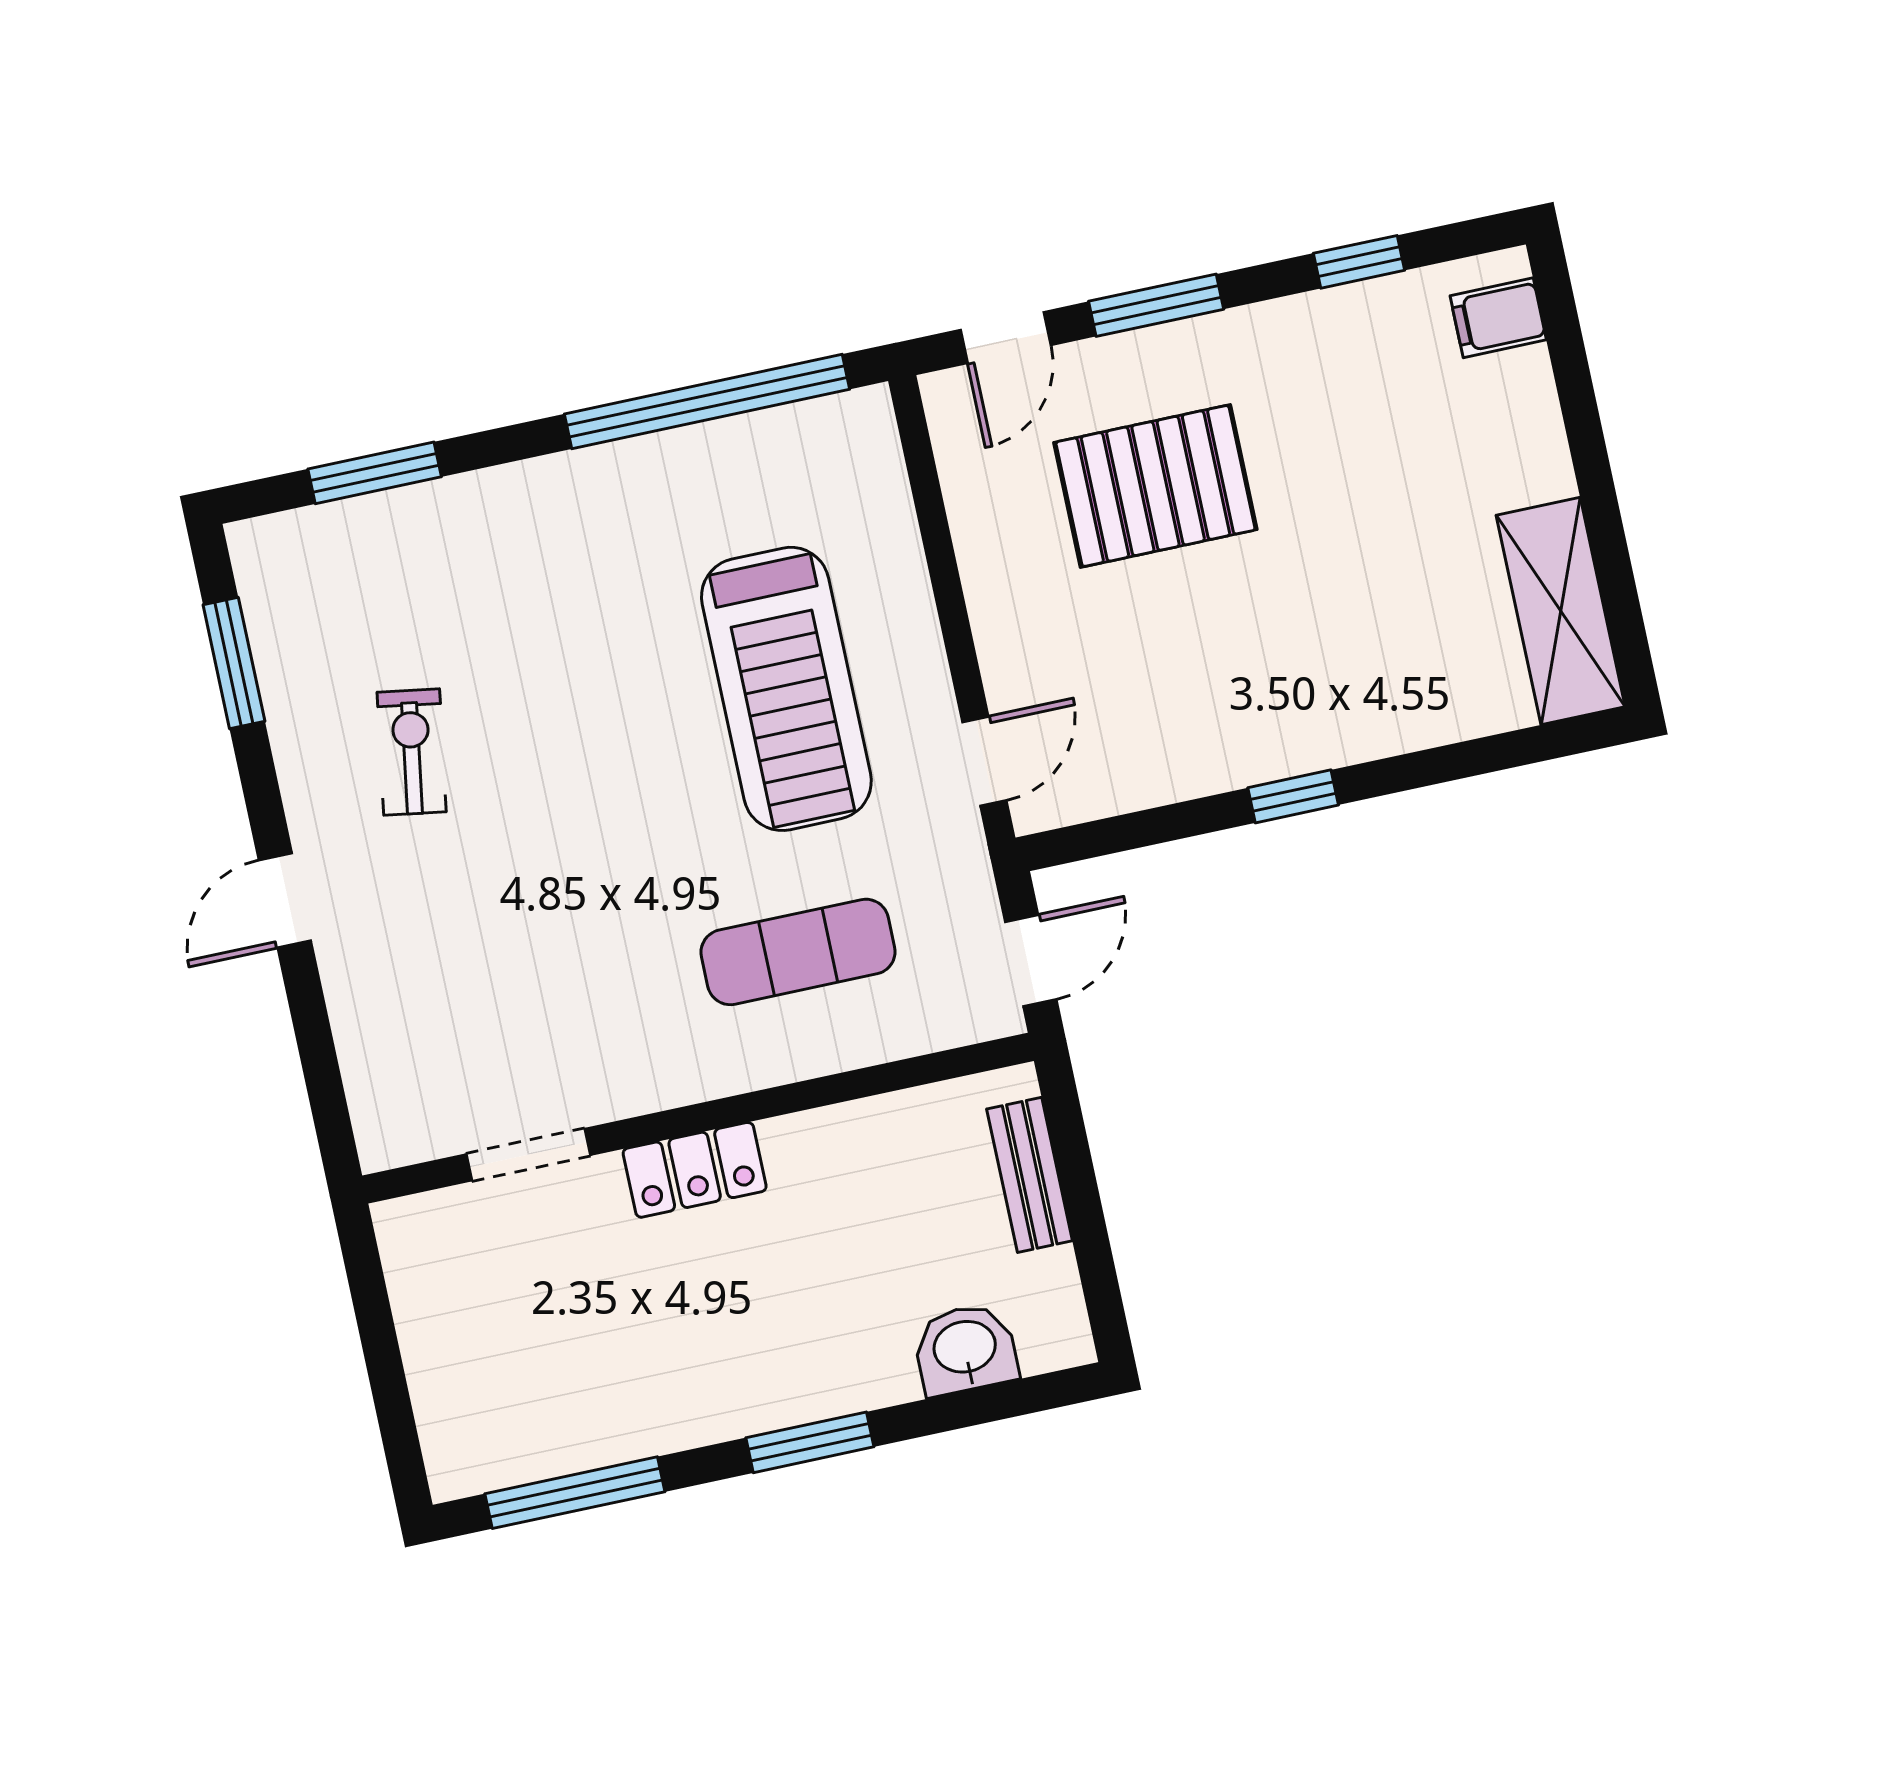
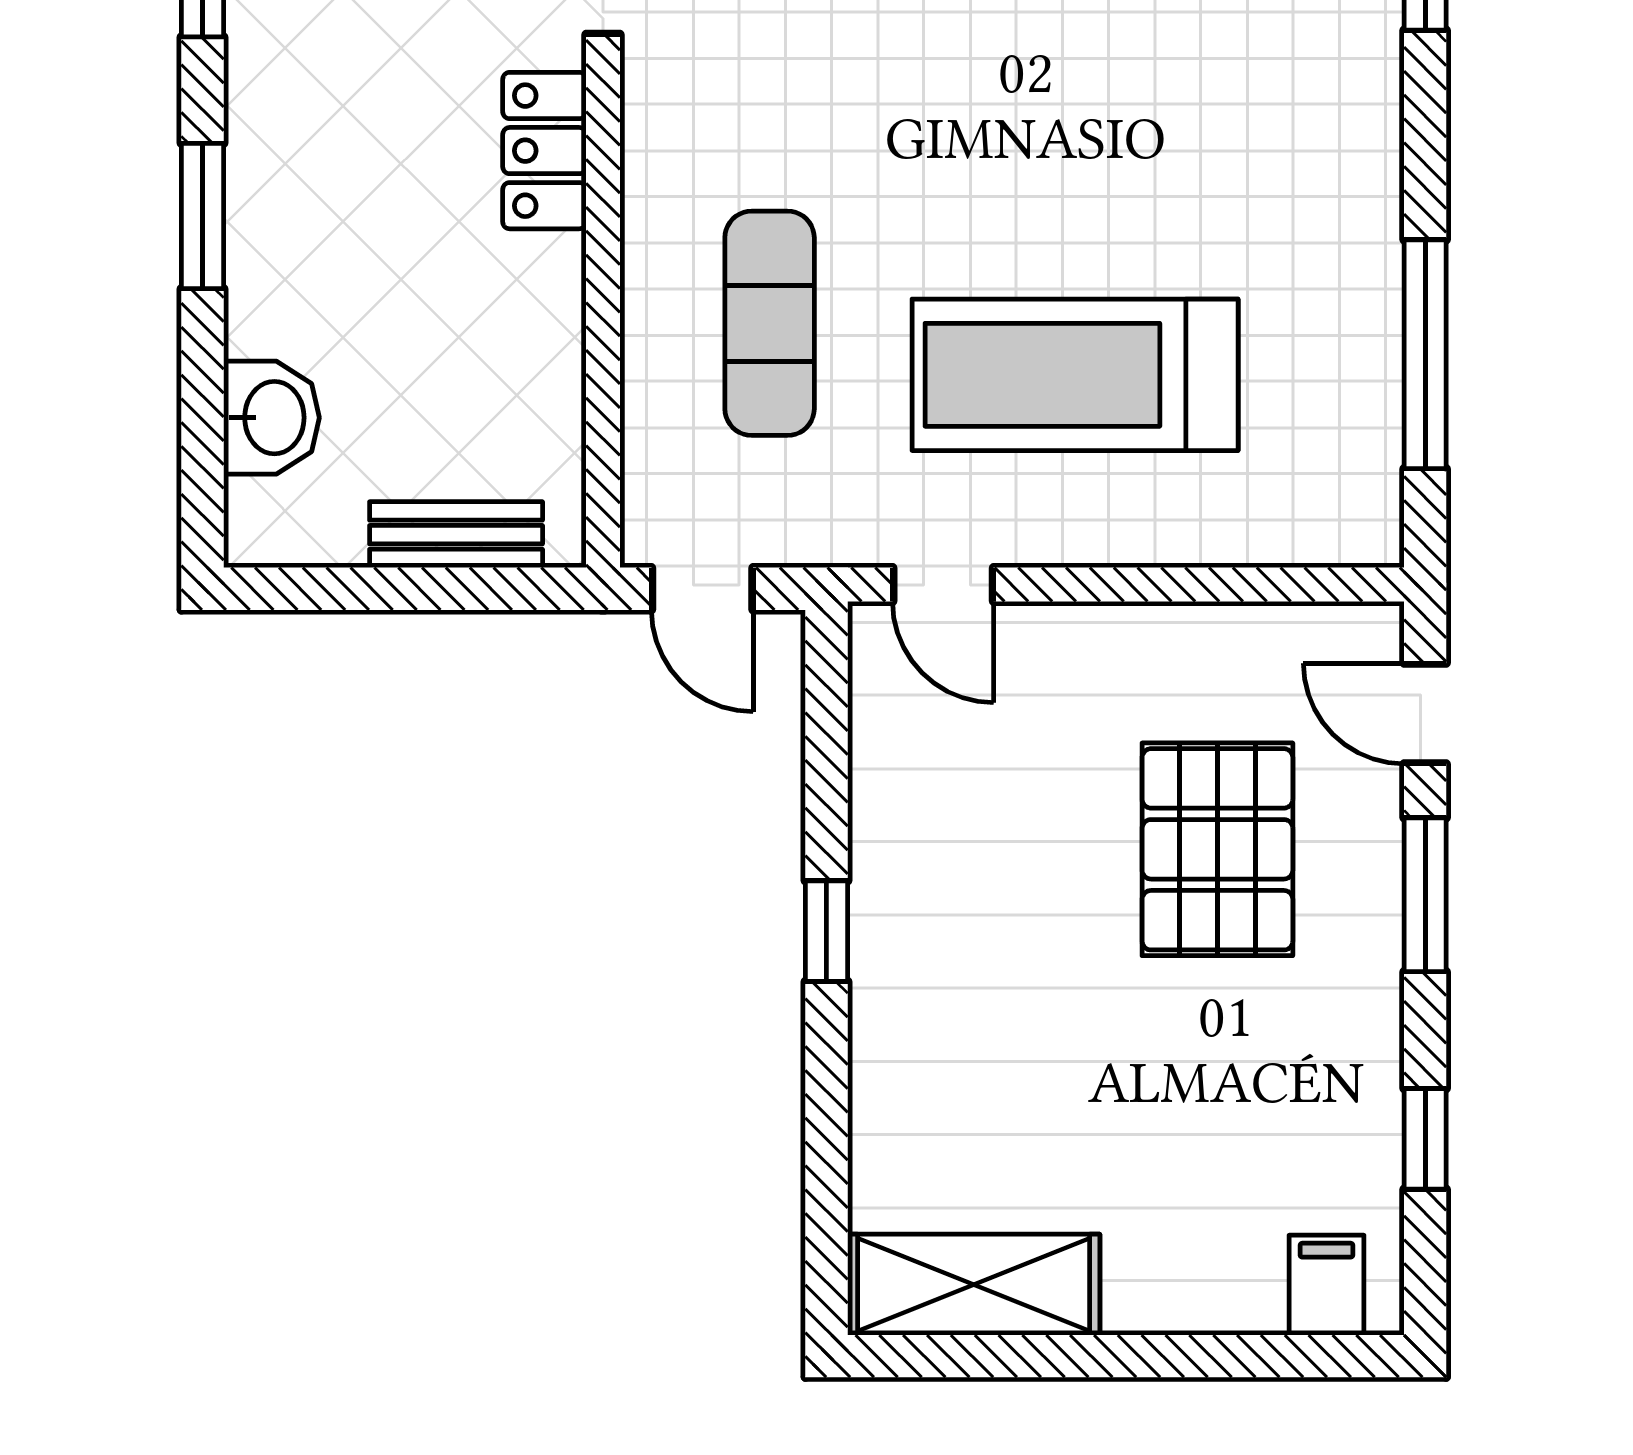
window: (707, 402) -> (1425, 354), width x0.68

